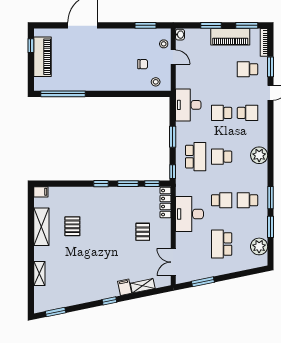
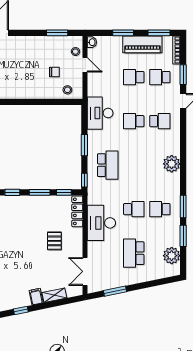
school desk: (222, 157) -> (134, 77), moved

